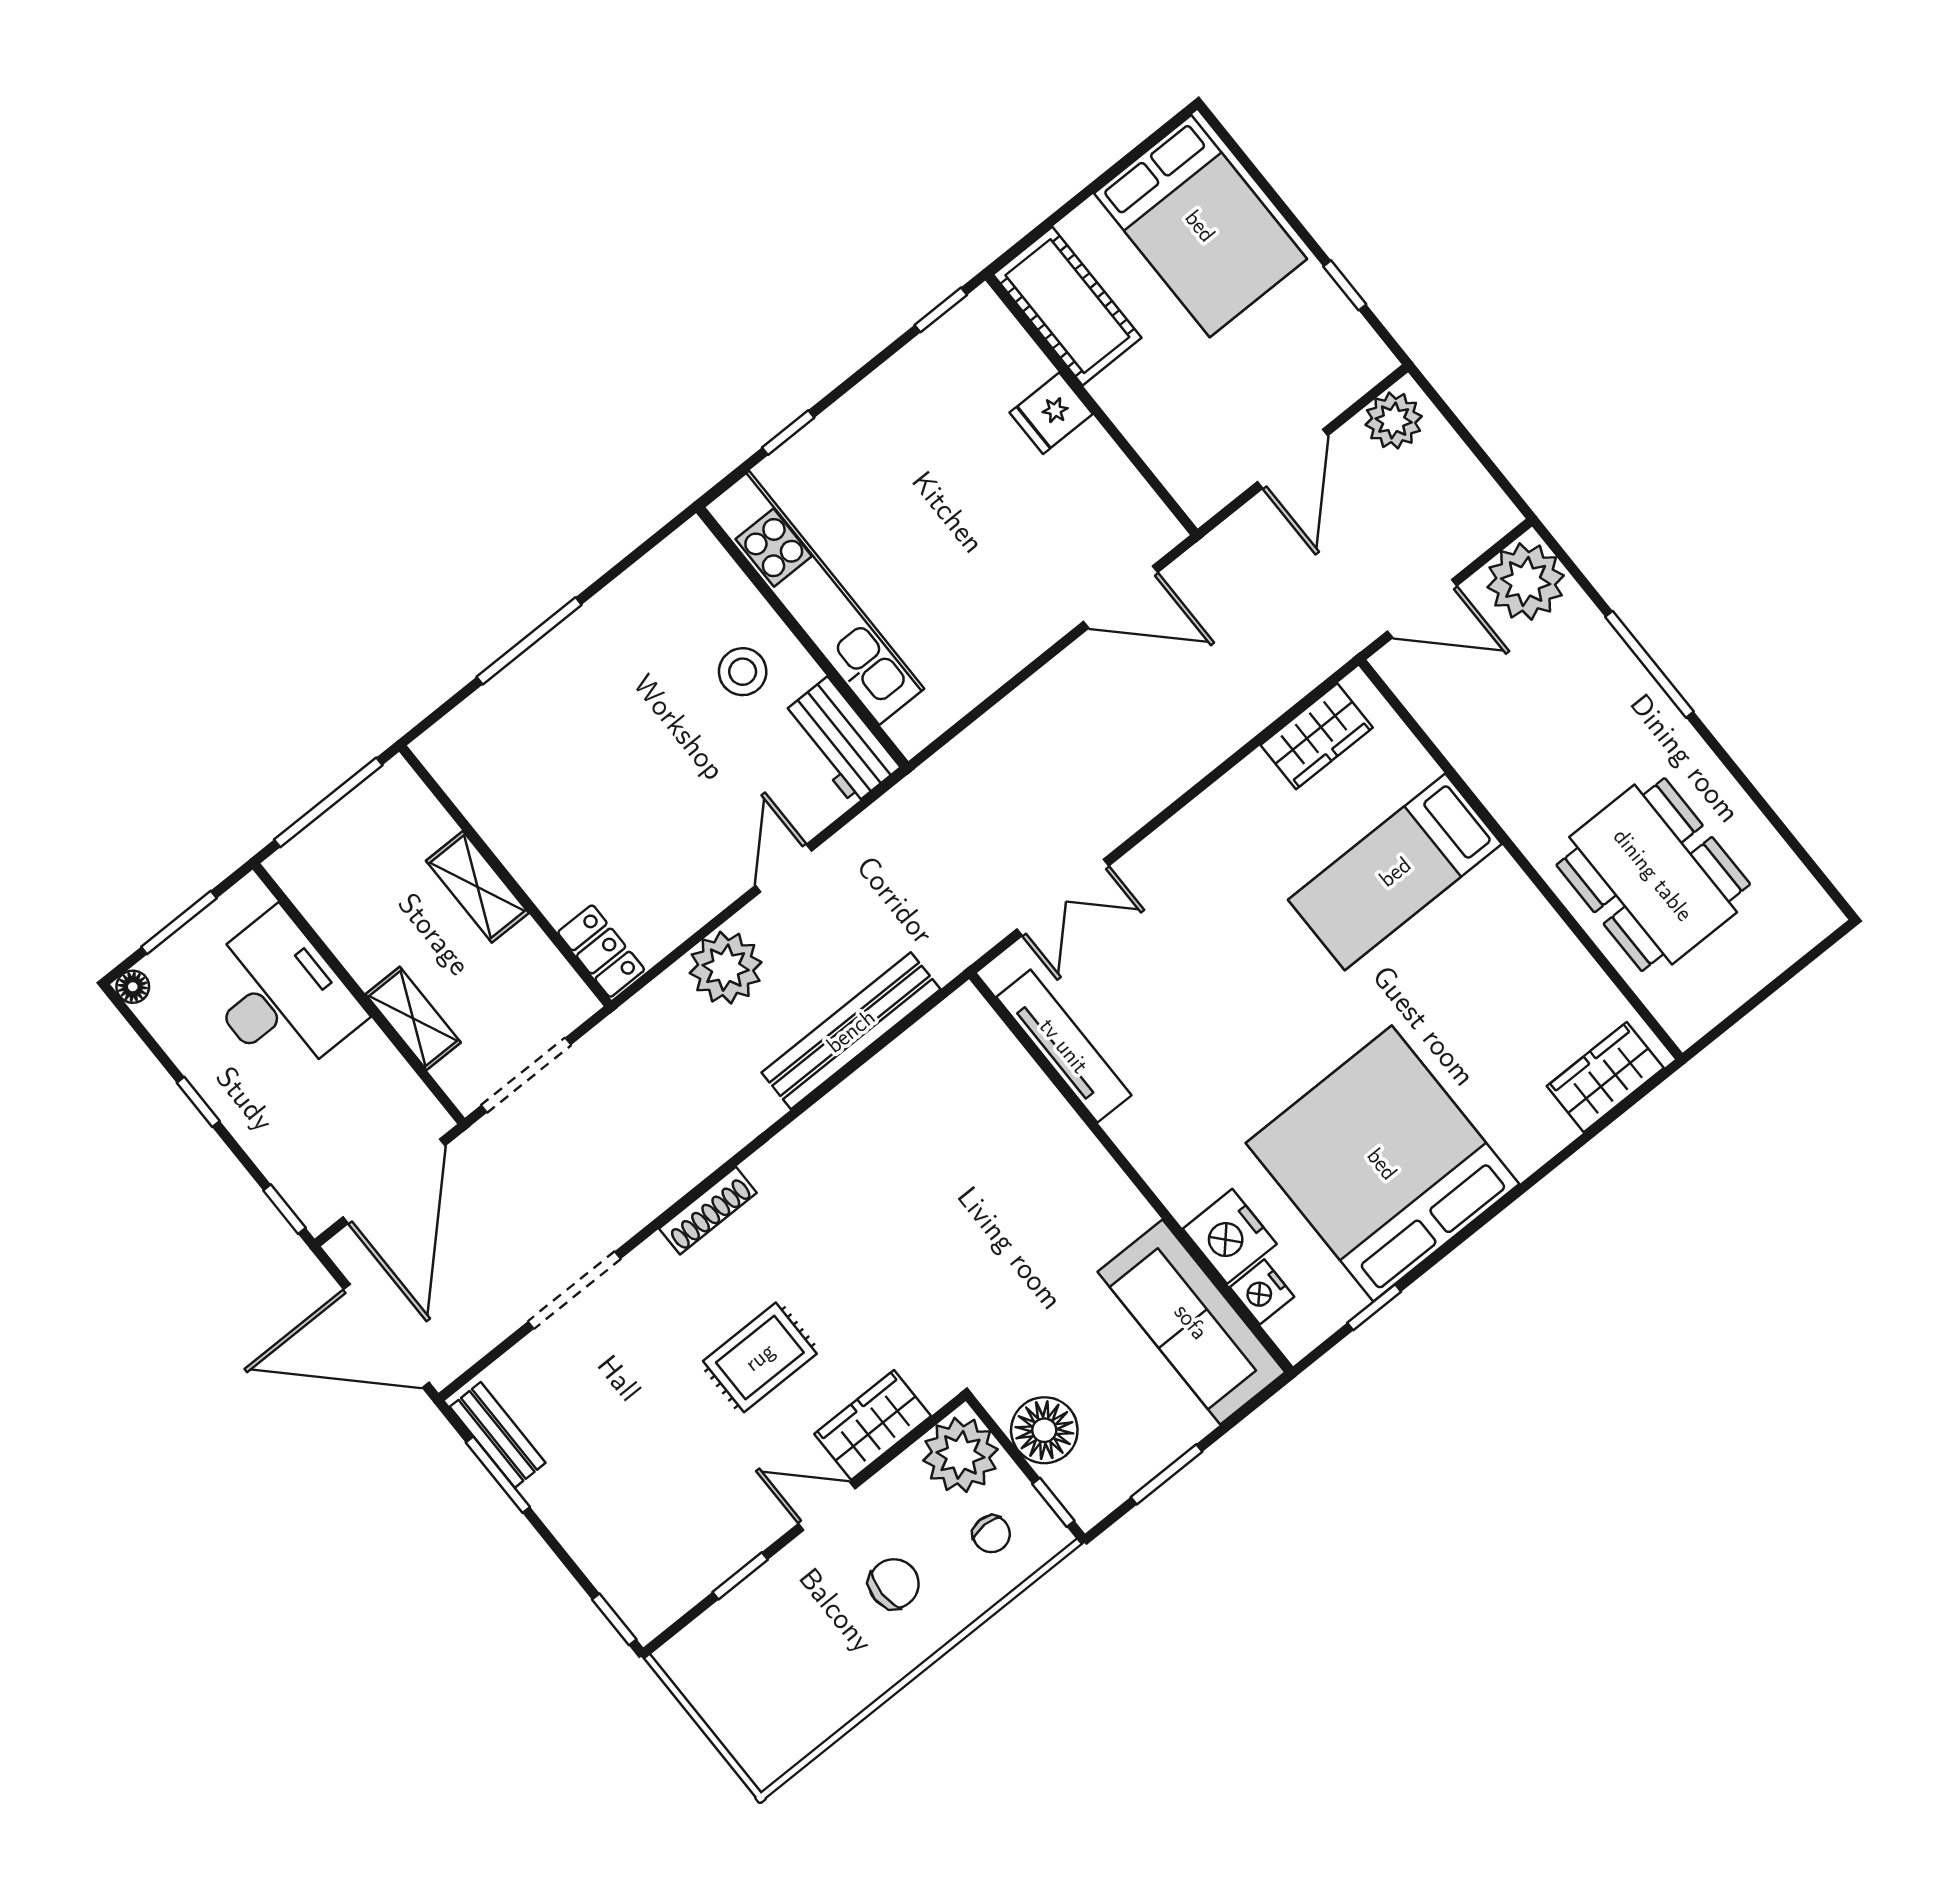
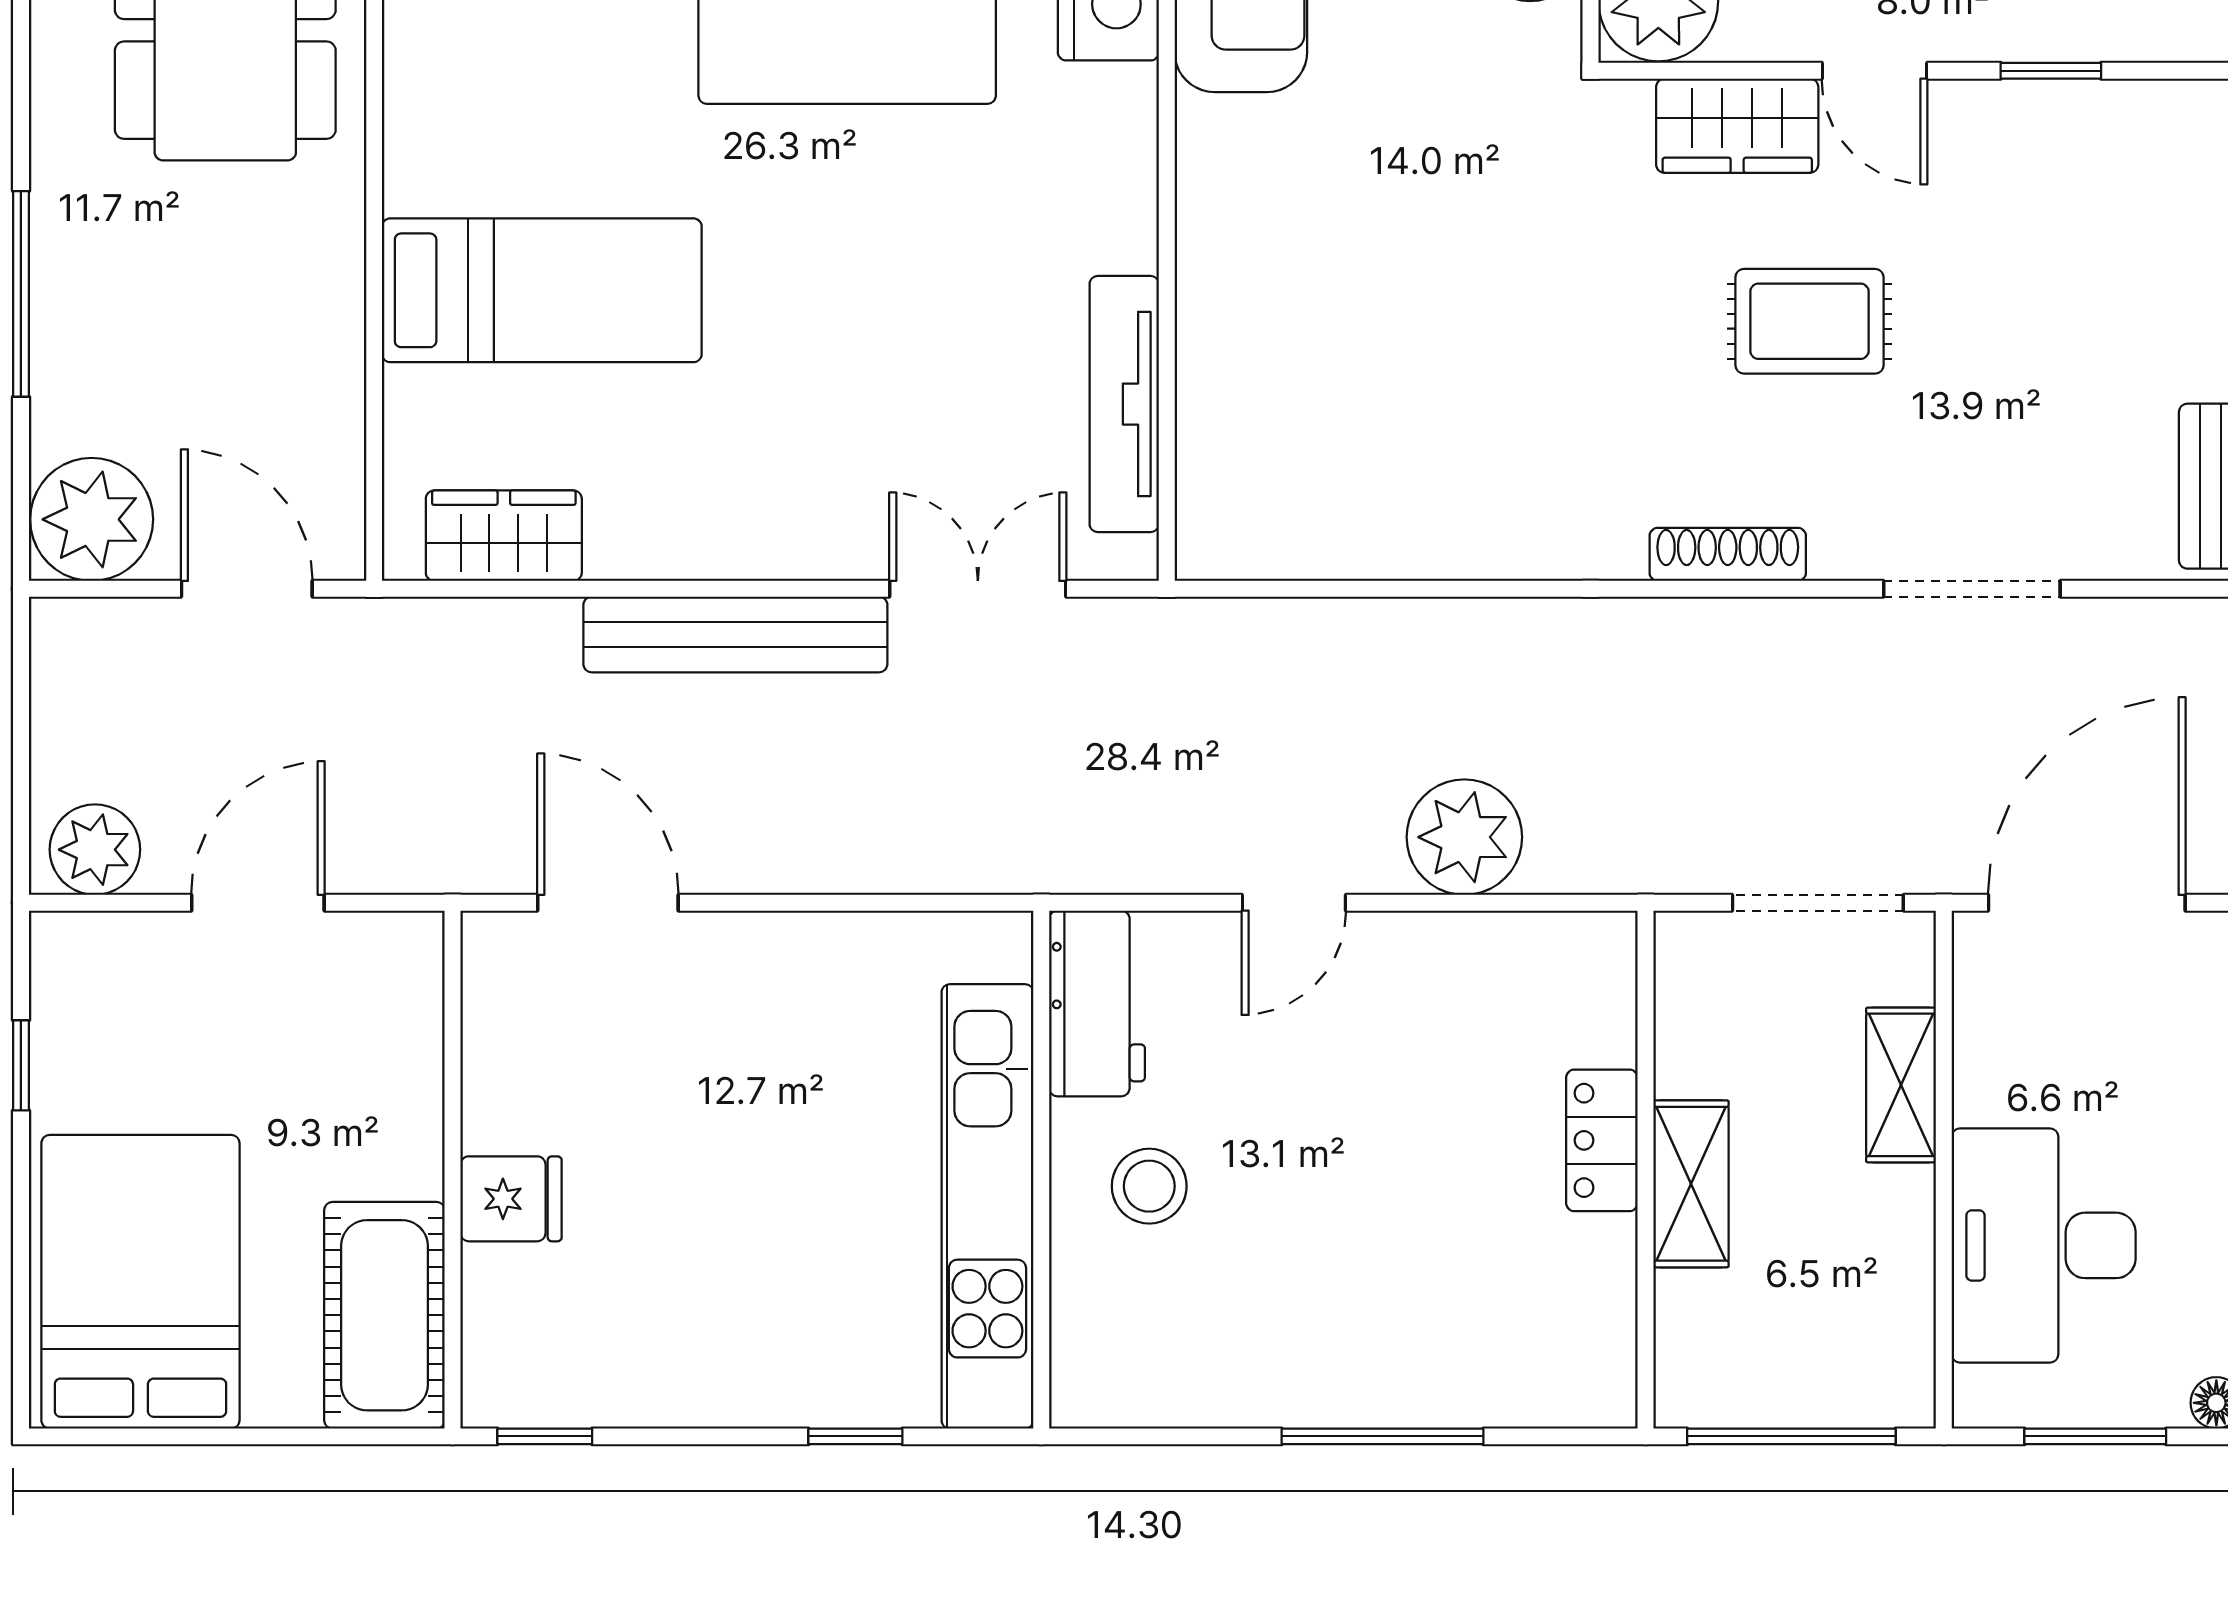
locker: (601, 951) -> (1602, 1140), moved
bench: (851, 1031) -> (735, 634), moved

